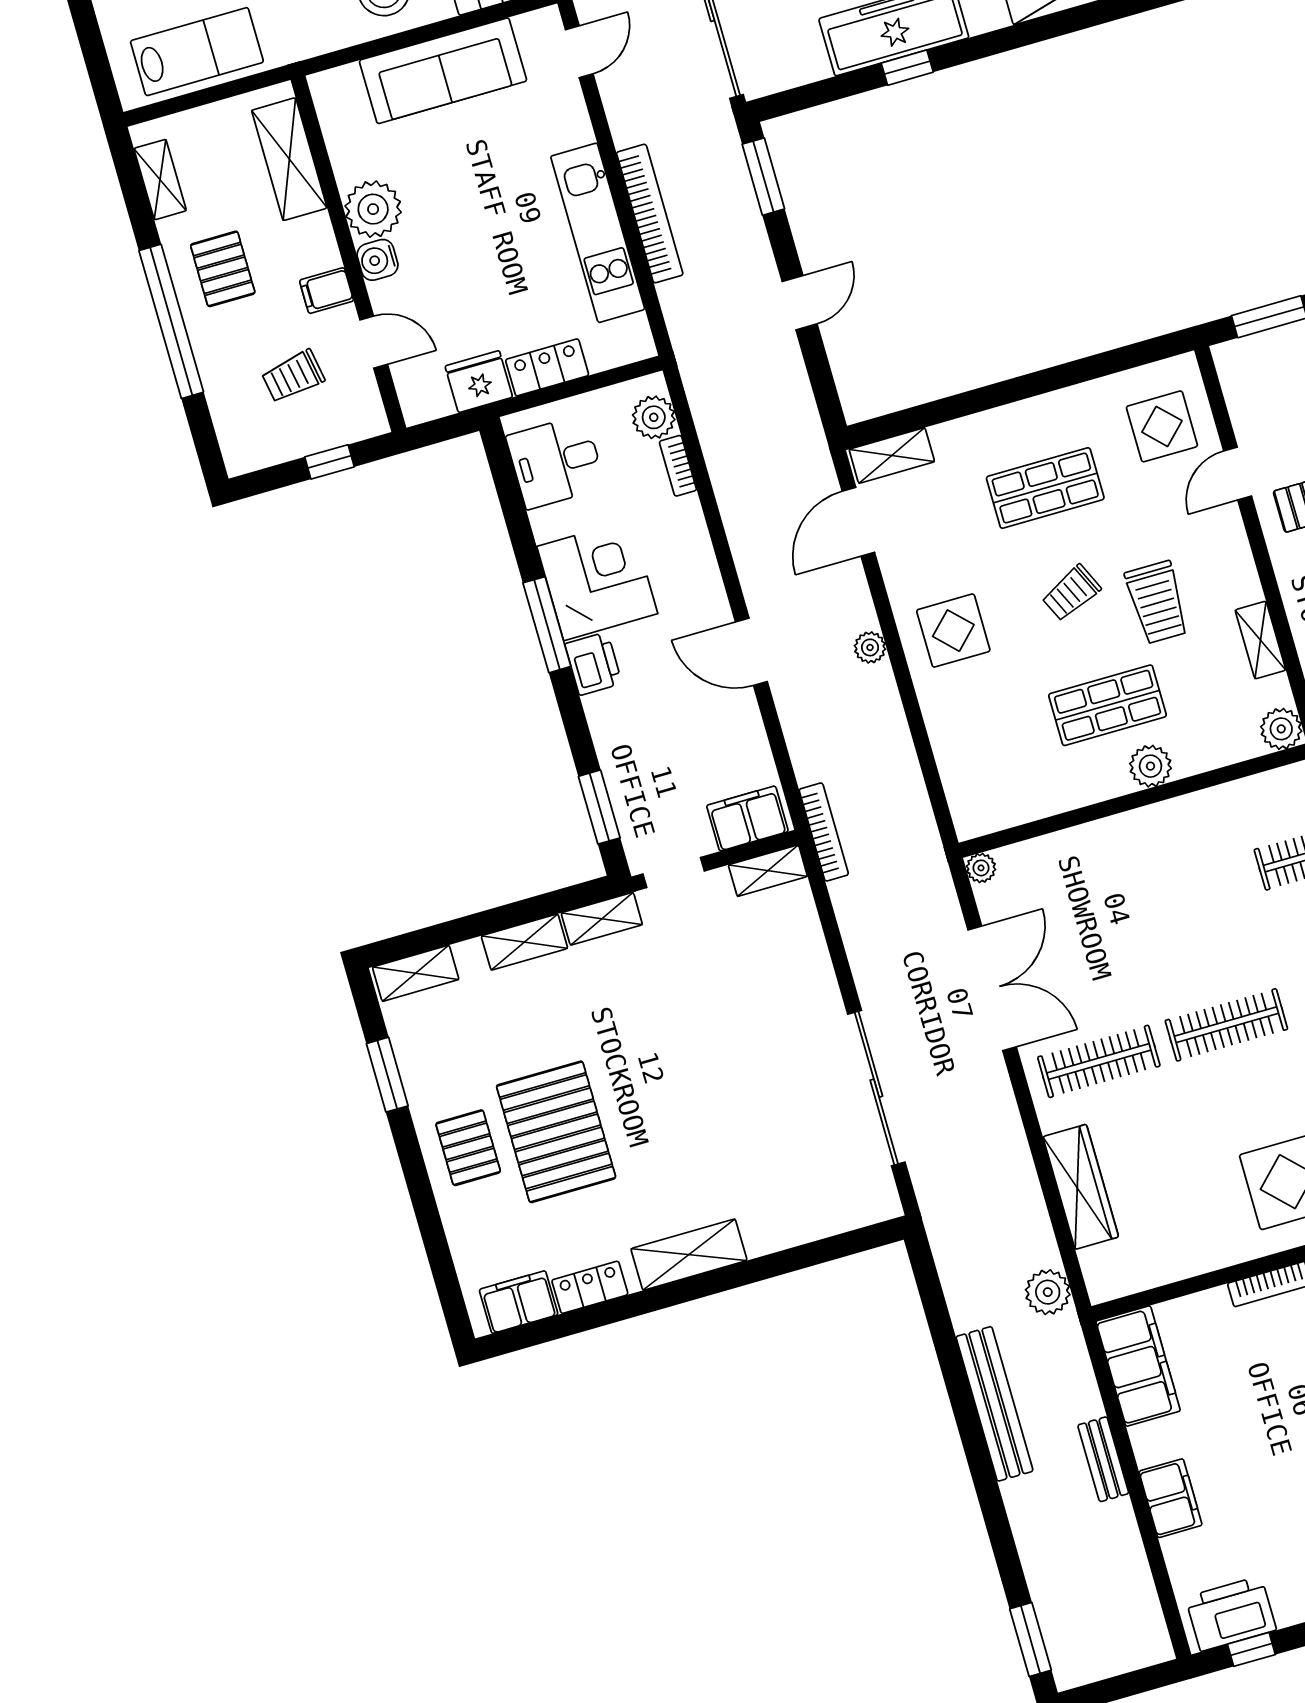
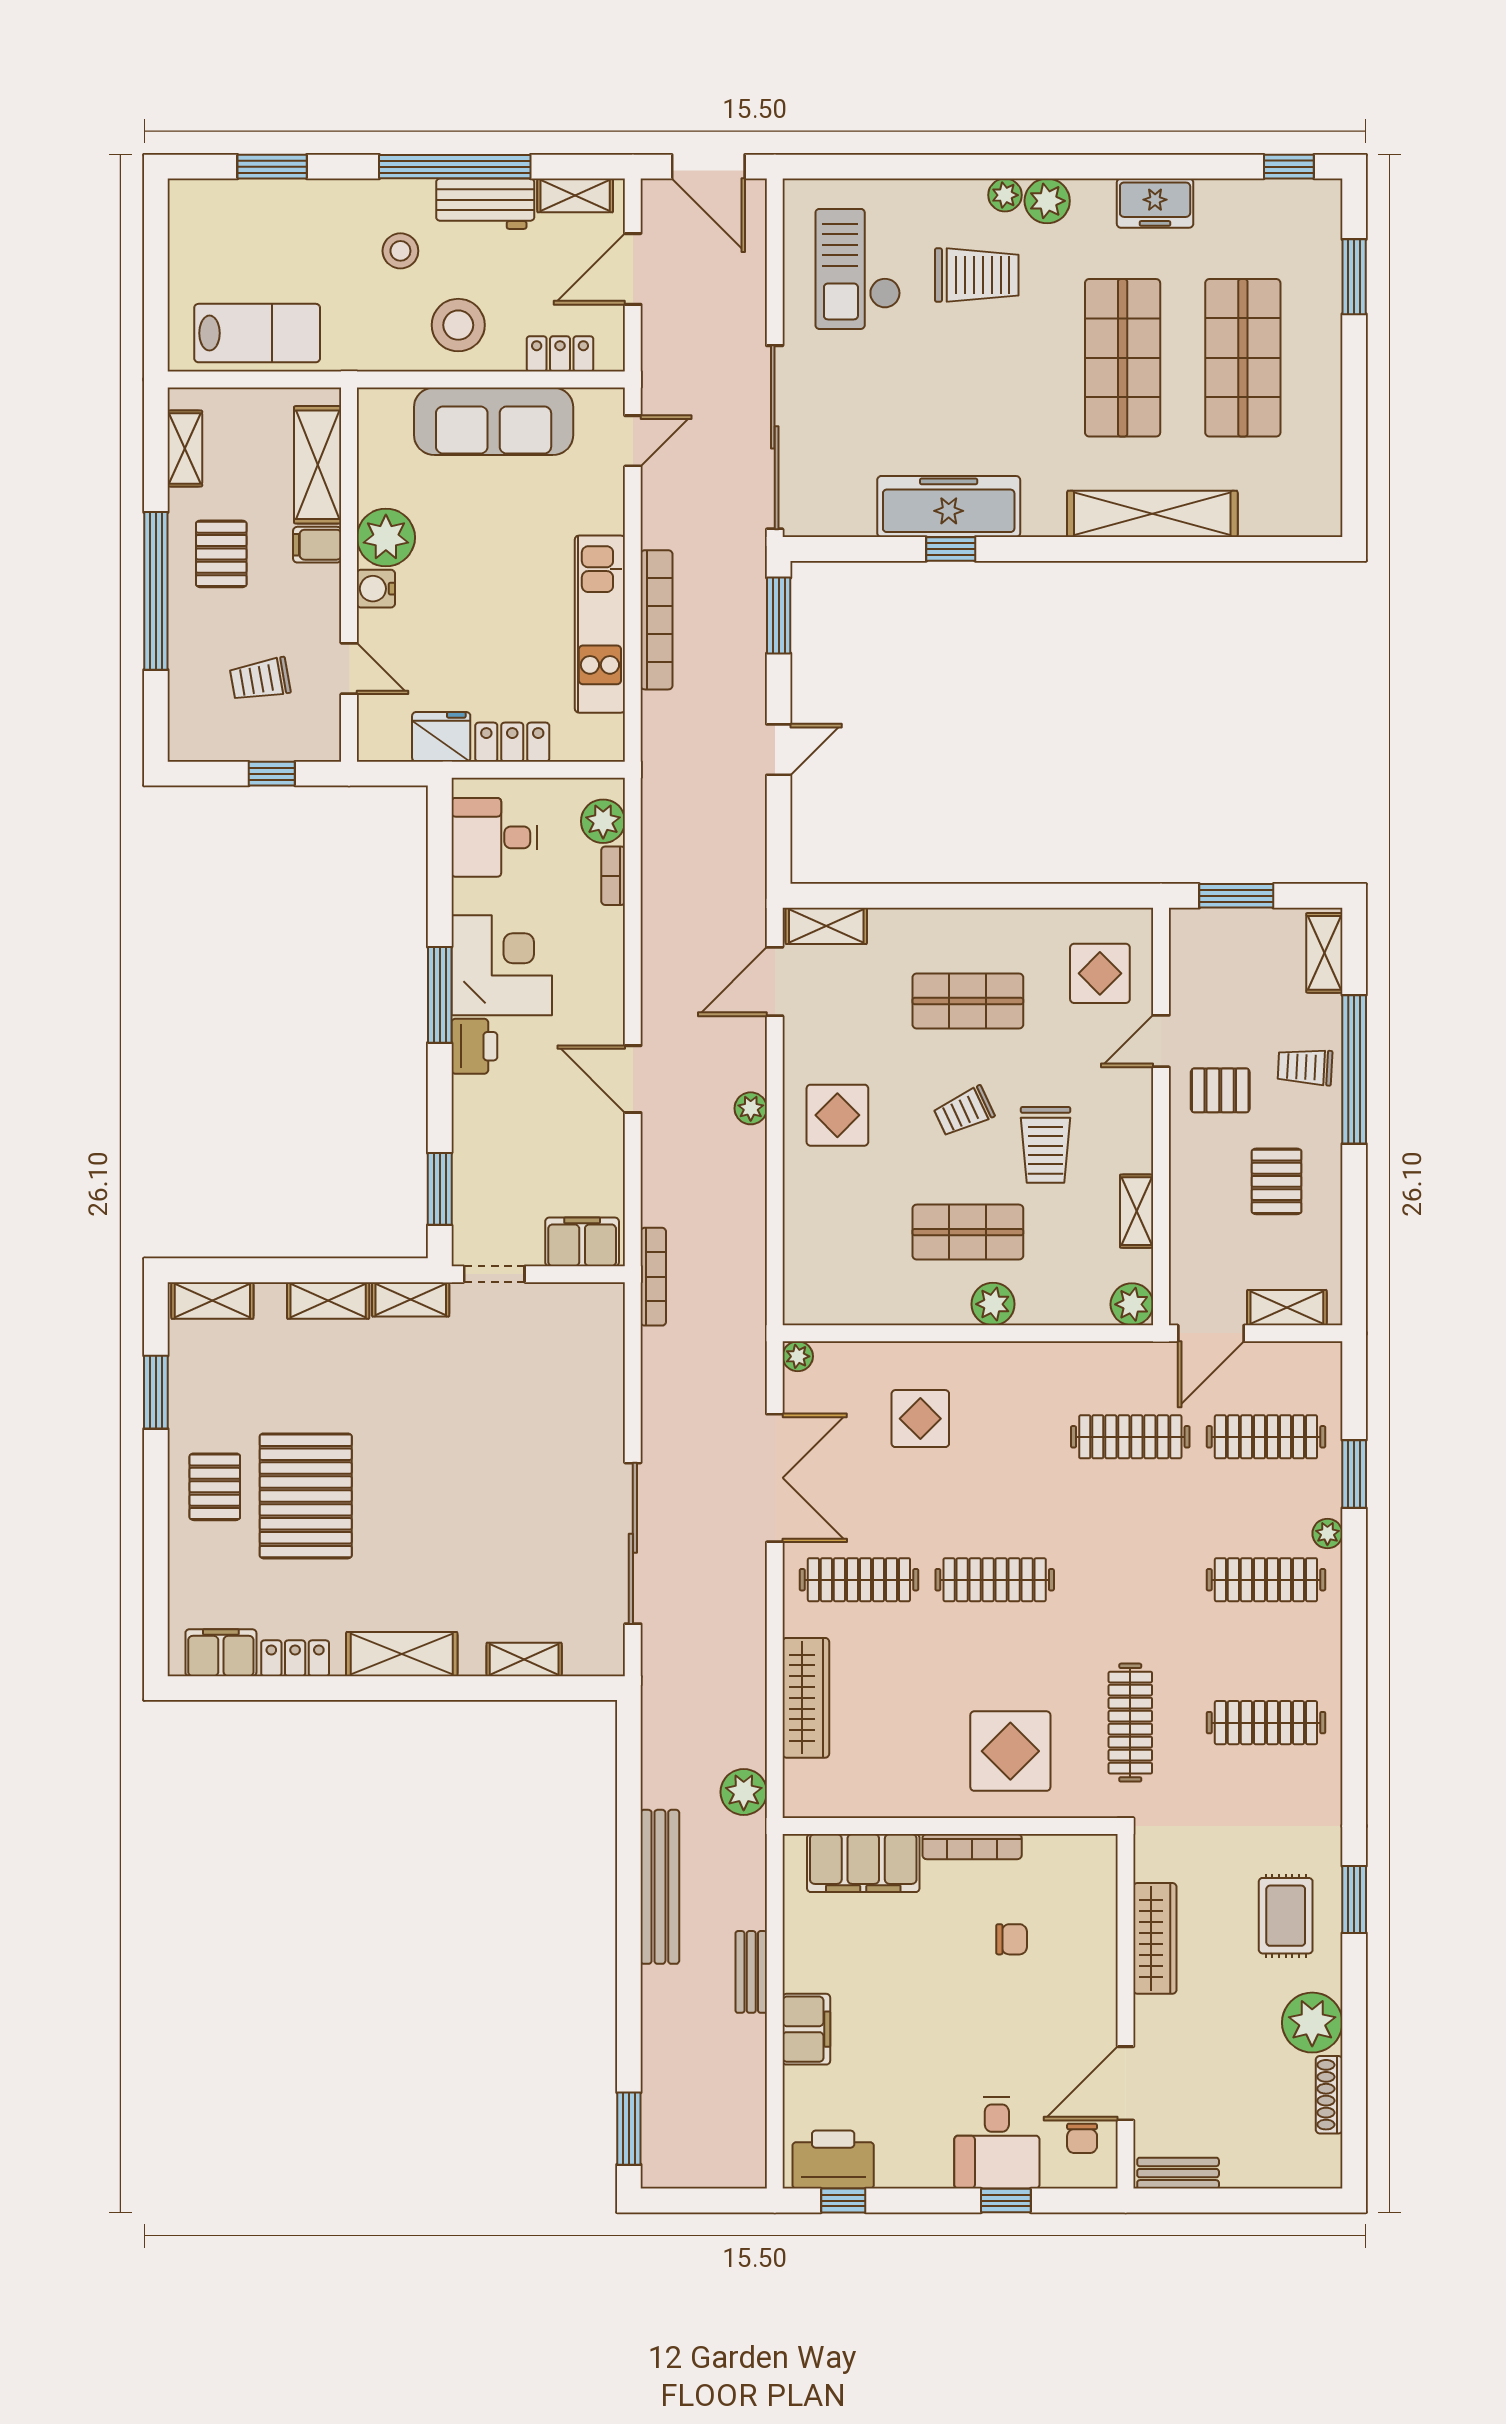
filing cabinet: (327, 291) -> (317, 545), moved
shelving: (768, 871) -> (524, 1659), moved
display table: (1113, 893) -> (920, 1419), added
filing cabinet: (1138, 1366) -> (863, 1863), moved, turned 90

